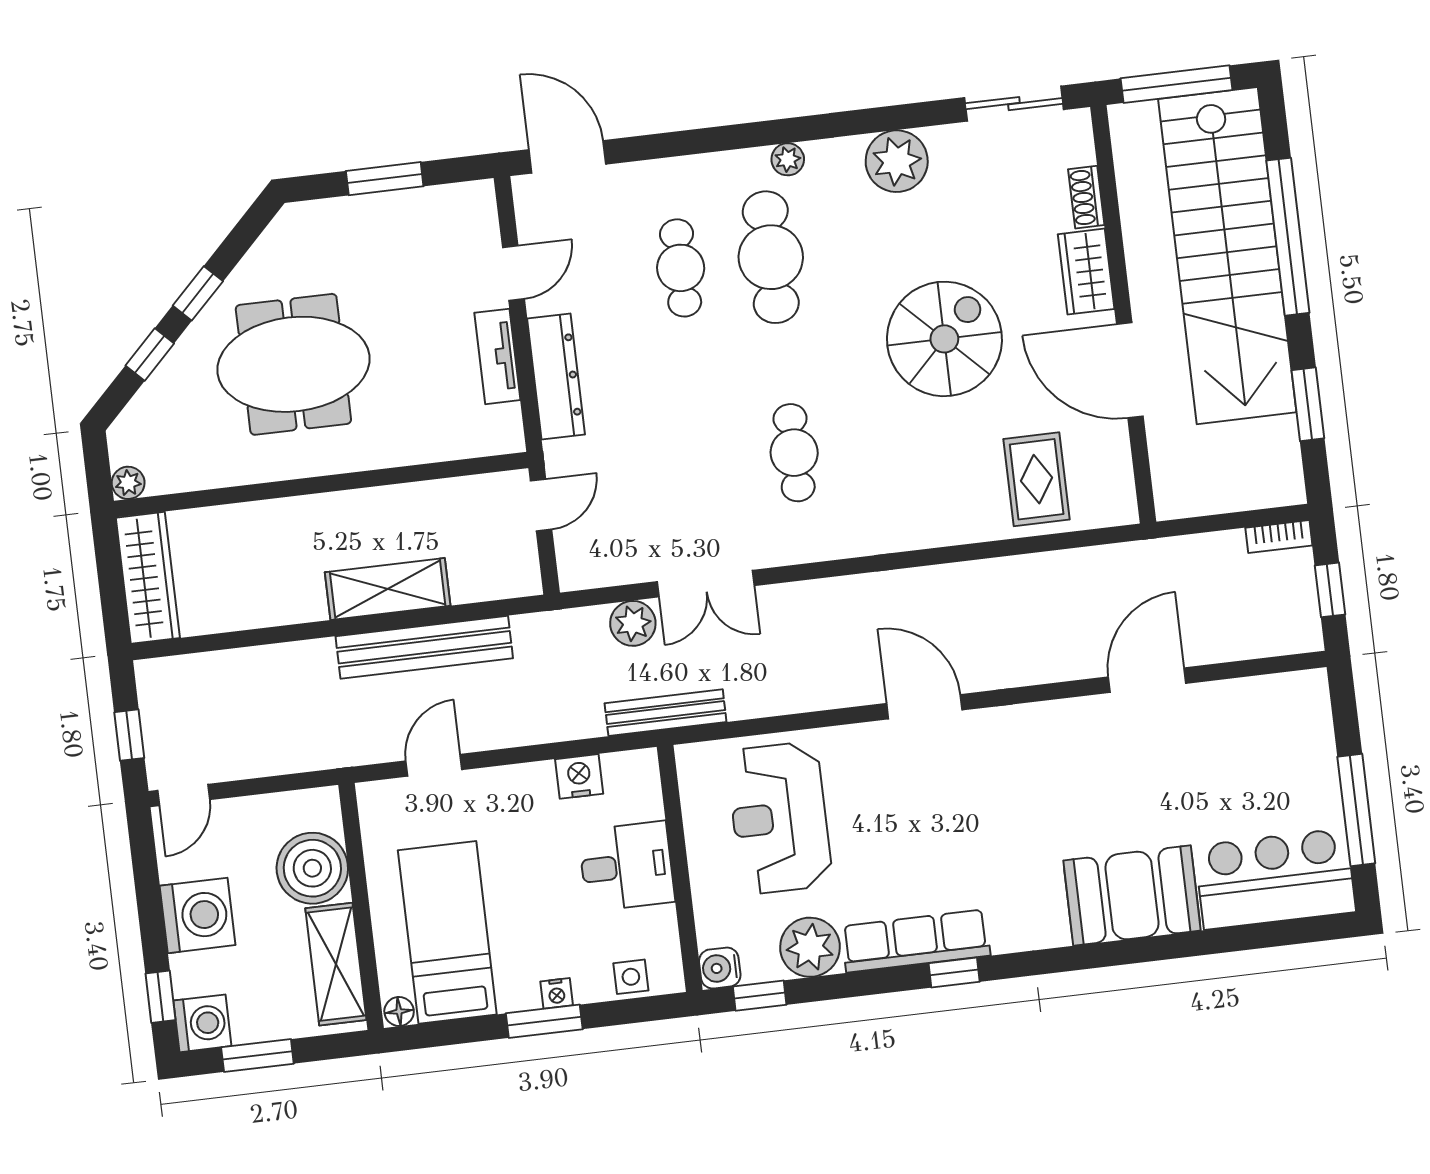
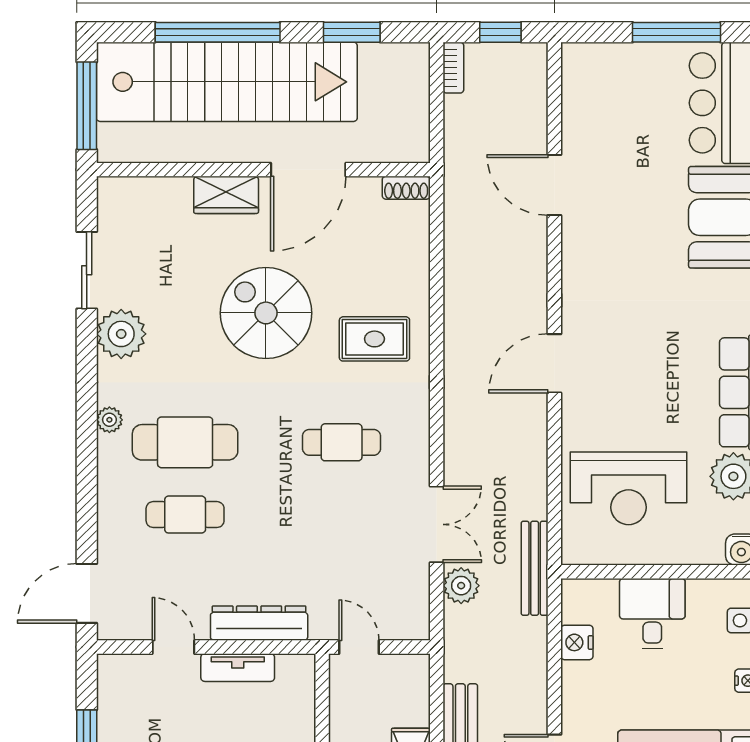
sliding door: (1014, 104) -> (87, 270), moved
shoe rack: (1086, 197) -> (406, 188), moved
rug: (1037, 479) -> (374, 339), moved

